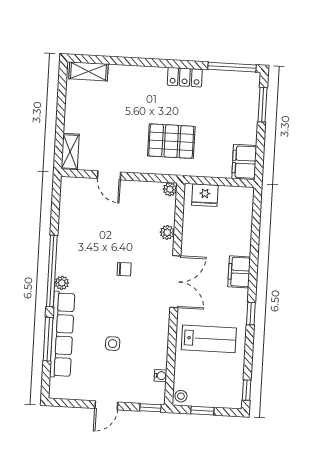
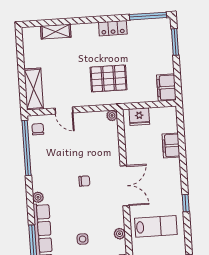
shelving: (89, 71) -> (56, 32), moved
shelving: (70, 152) -> (34, 89), width x1.50, depth x1.33
chair: (72, 195) -> (38, 129), added
plant: (167, 232) -> (120, 234), moved
window: (52, 271) -> (26, 148), moved
filing cabinet: (239, 272) -> (171, 146), moved

